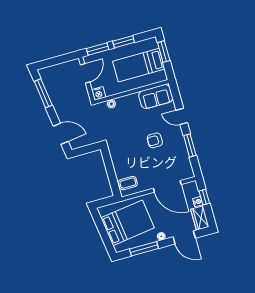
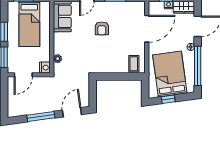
door: (85, 73) -> (23, 75), swing flipped
window: (43, 93) -> (41, 117), moved
window: (102, 228) -> (168, 99), added
window: (144, 249) -> (198, 66), width x1.46

